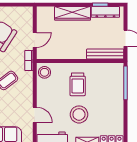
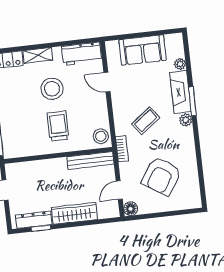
floor lamp: (27, 12) -> (131, 209), added
door: (35, 40) -> (119, 190), moved
bench: (105, 54) -> (90, 160), moved

